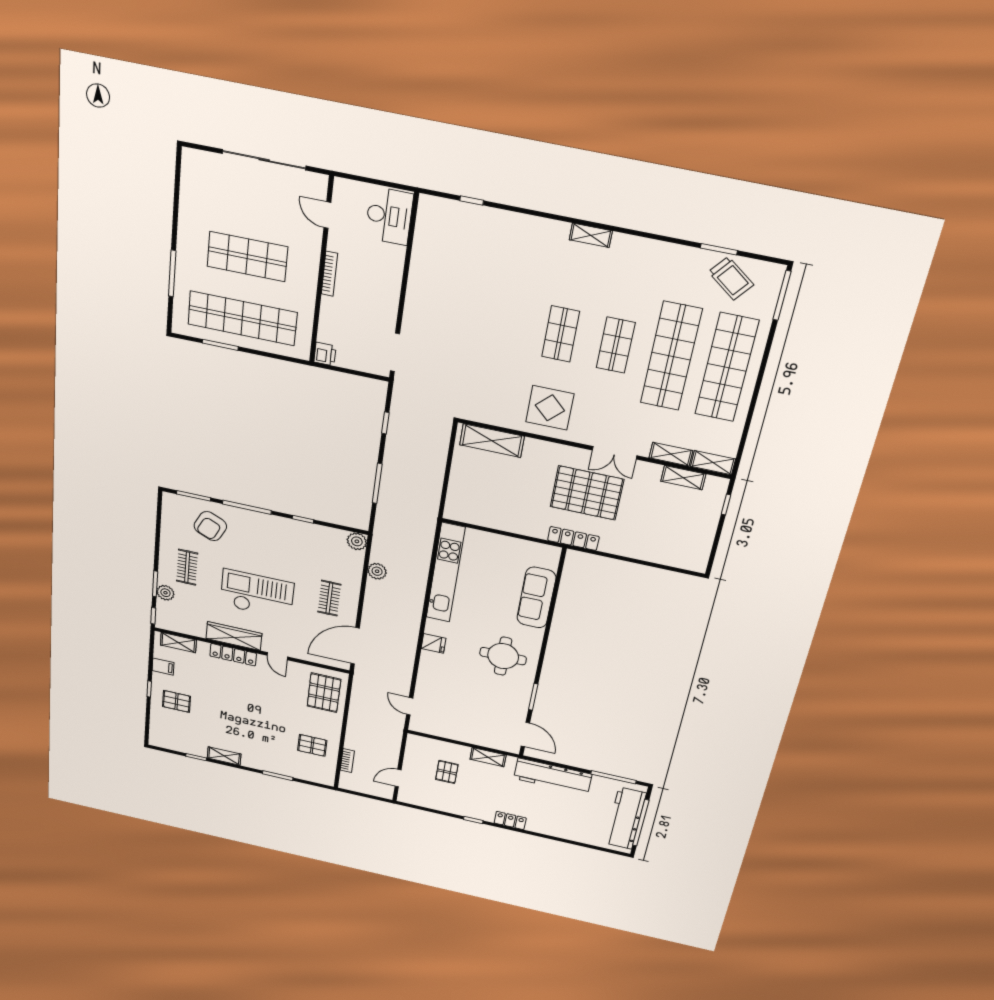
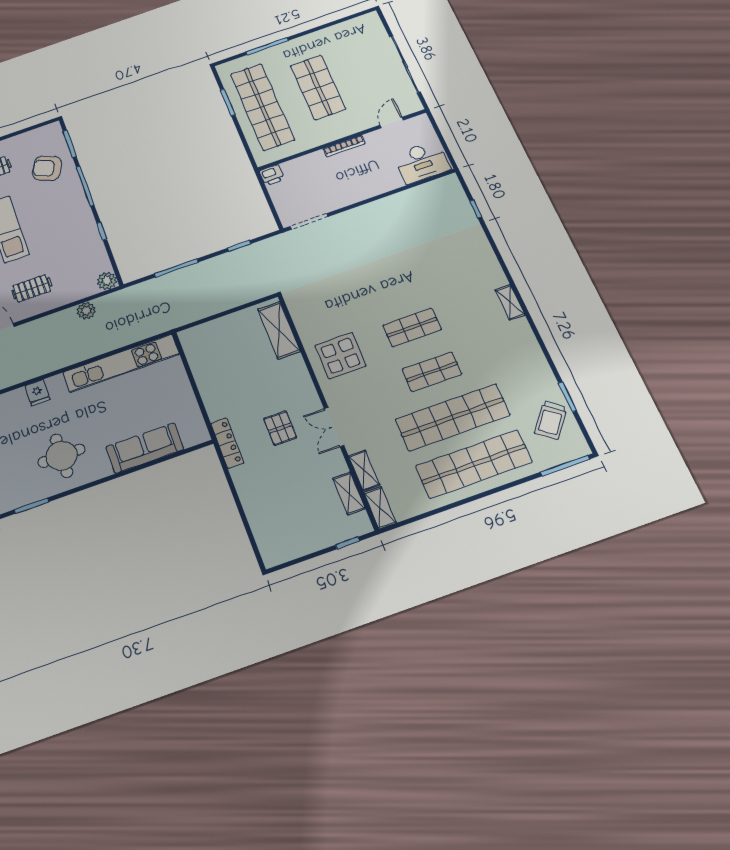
pallet: (587, 493) -> (280, 428), width x0.49, depth x0.50

